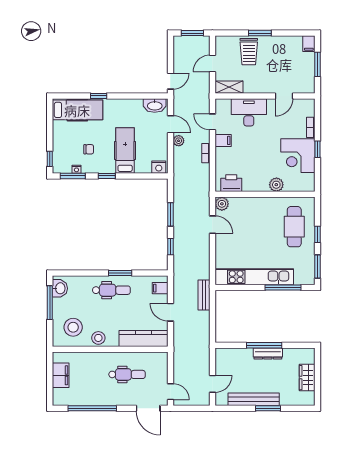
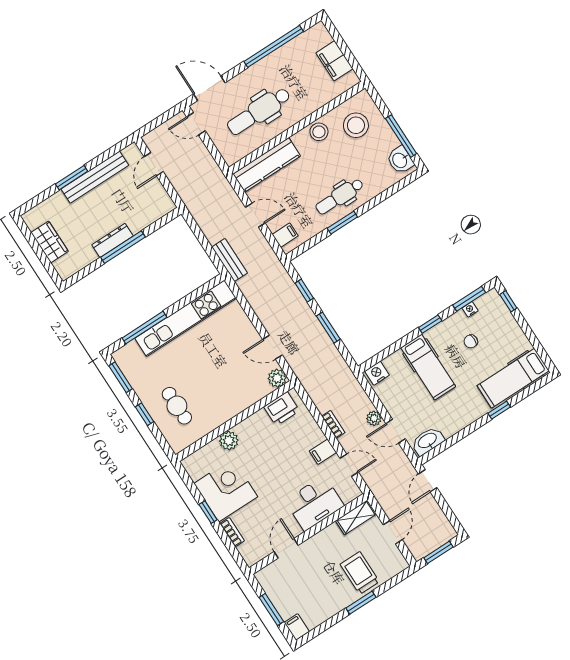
cafe table: (294, 227) -> (177, 406), width x0.73, depth x0.74
dental chair: (127, 374) -> (259, 111), width x1.36, depth x1.38

